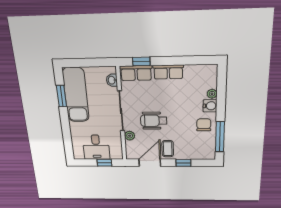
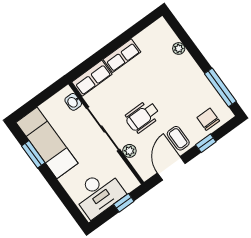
window: (141, 61) -> (89, 63), removed
water cooler: (210, 106) -> (186, 62), removed
chair: (204, 125) -> (208, 119), moved
desk: (96, 147) -> (99, 193), width x1.37

